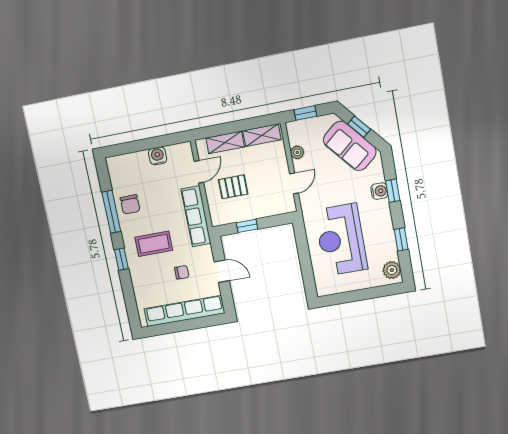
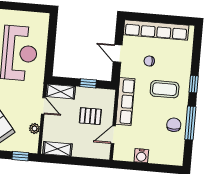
shelving: (225, 142) -> (61, 92), moved
door: (294, 183) -> (43, 106), swing flipped

